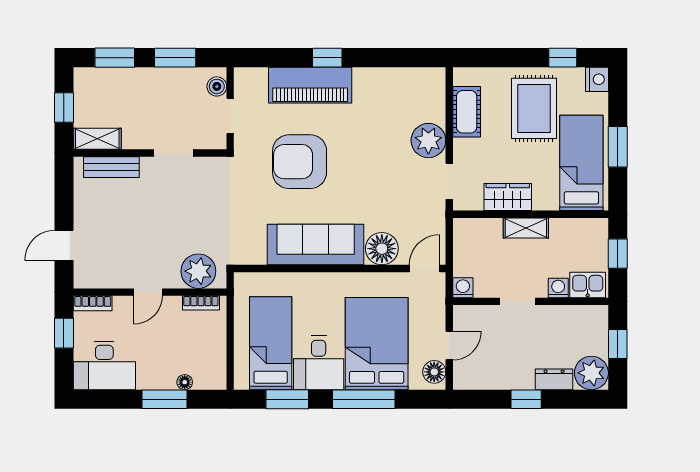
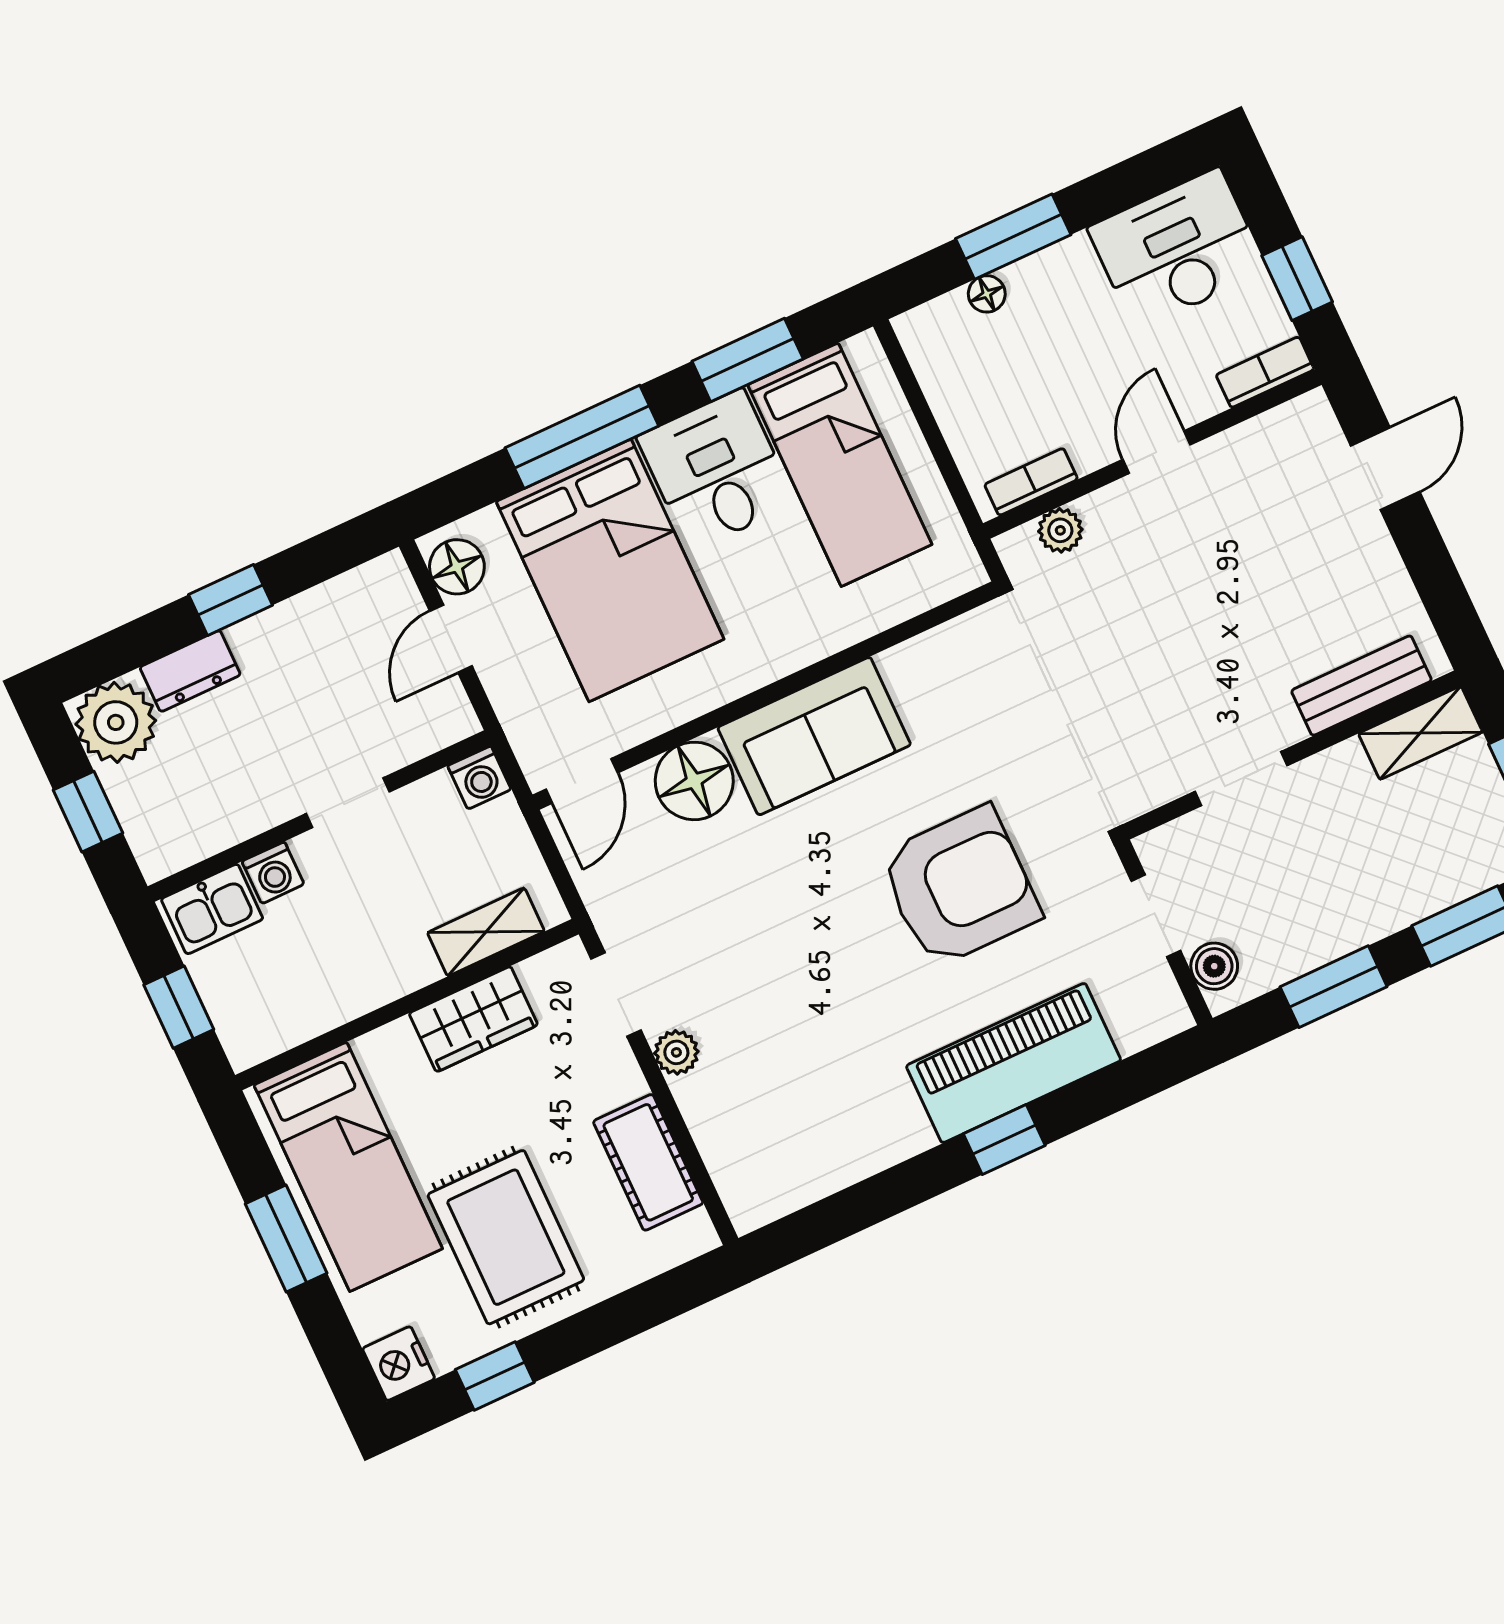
plant: (428, 141) -> (676, 1052), width x0.53, depth x0.53
shelving: (526, 228) -> (486, 932), moved
sofa: (316, 245) -> (814, 736), width x0.73
plant: (198, 271) -> (1060, 530), width x0.53, depth x0.53

